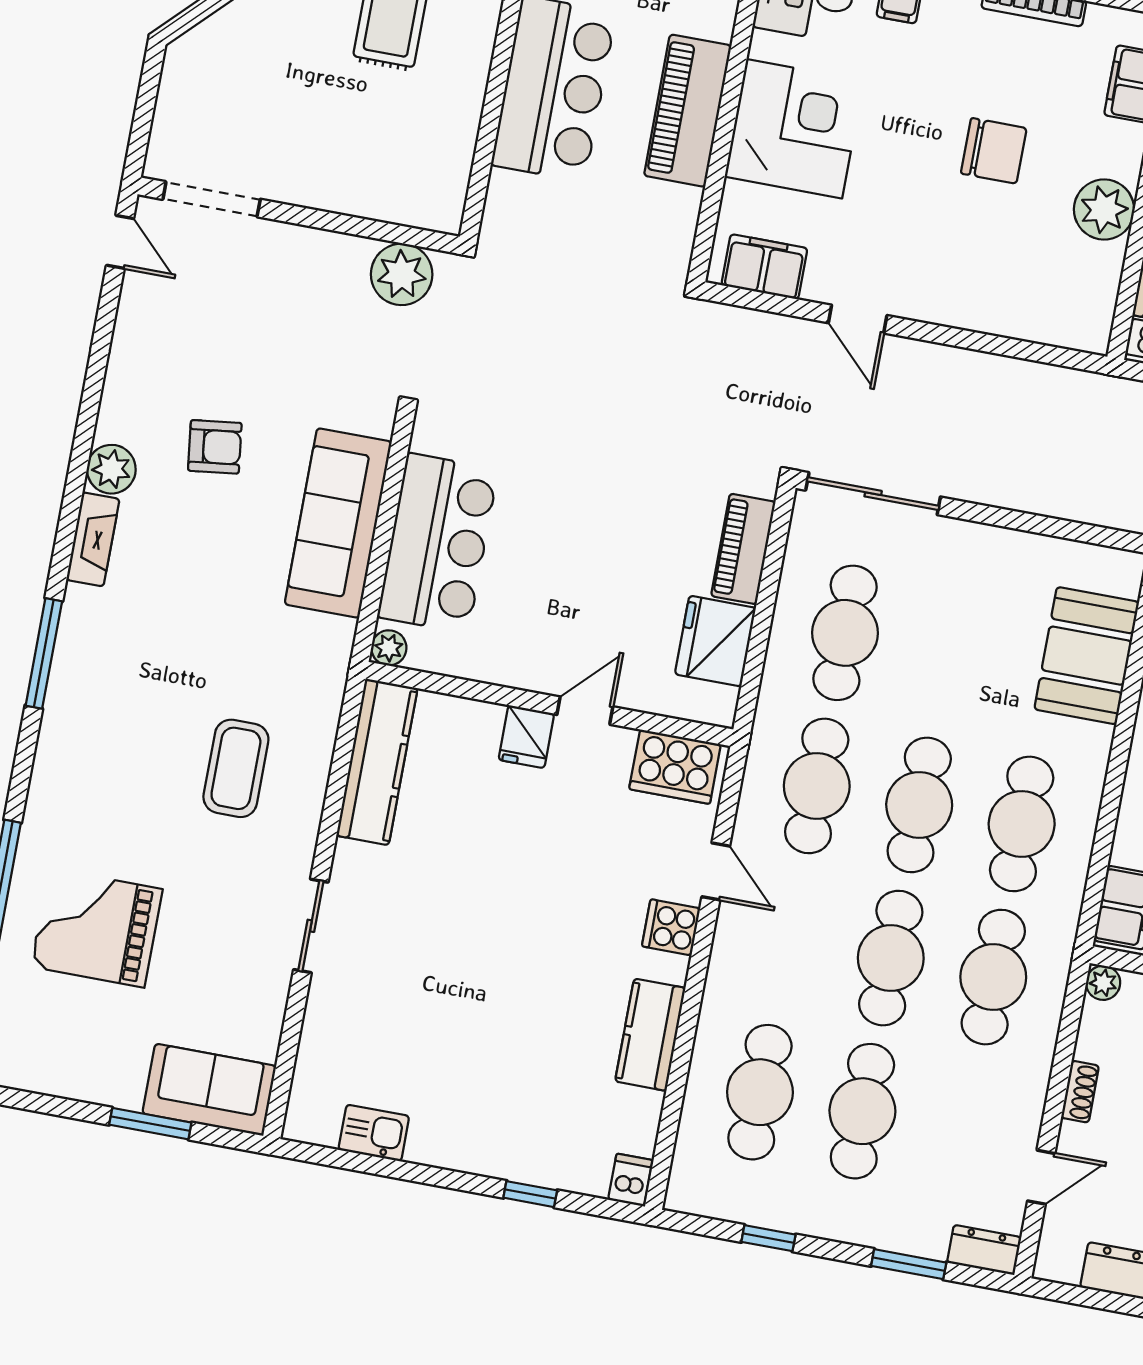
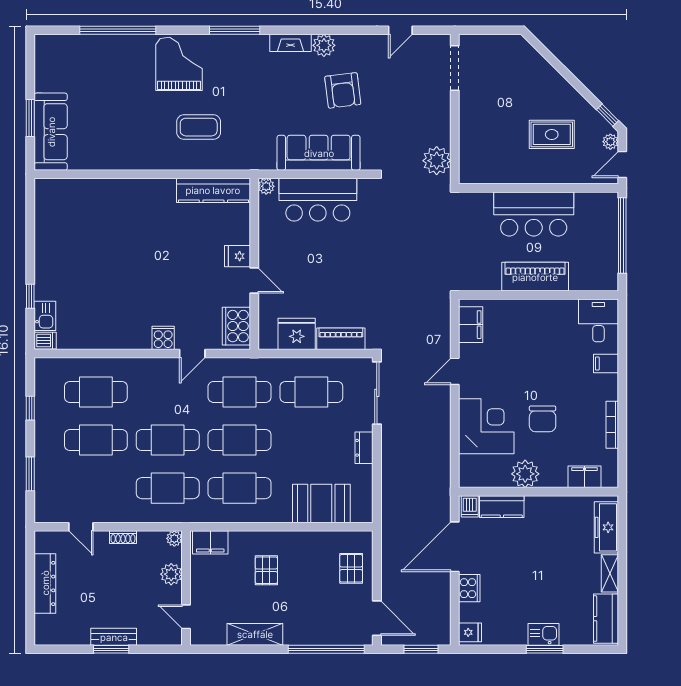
corner desk: (794, 129) -> (486, 426), moved, turned -90
door: (120, 242) -> (400, 30), moved
armchair: (215, 447) -> (343, 90), width x1.38, depth x1.38
sliding door: (311, 926) -> (134, 174), removed
grand piano: (97, 928) -> (179, 64), moved
kitchen counter: (650, 1035) -> (113, 337), removed
sofa: (209, 1090) -> (51, 132), width x1.36
kitchen sink: (374, 1133) -> (45, 316), moved
dresser: (984, 1250) -> (364, 448), moved, turned 180

